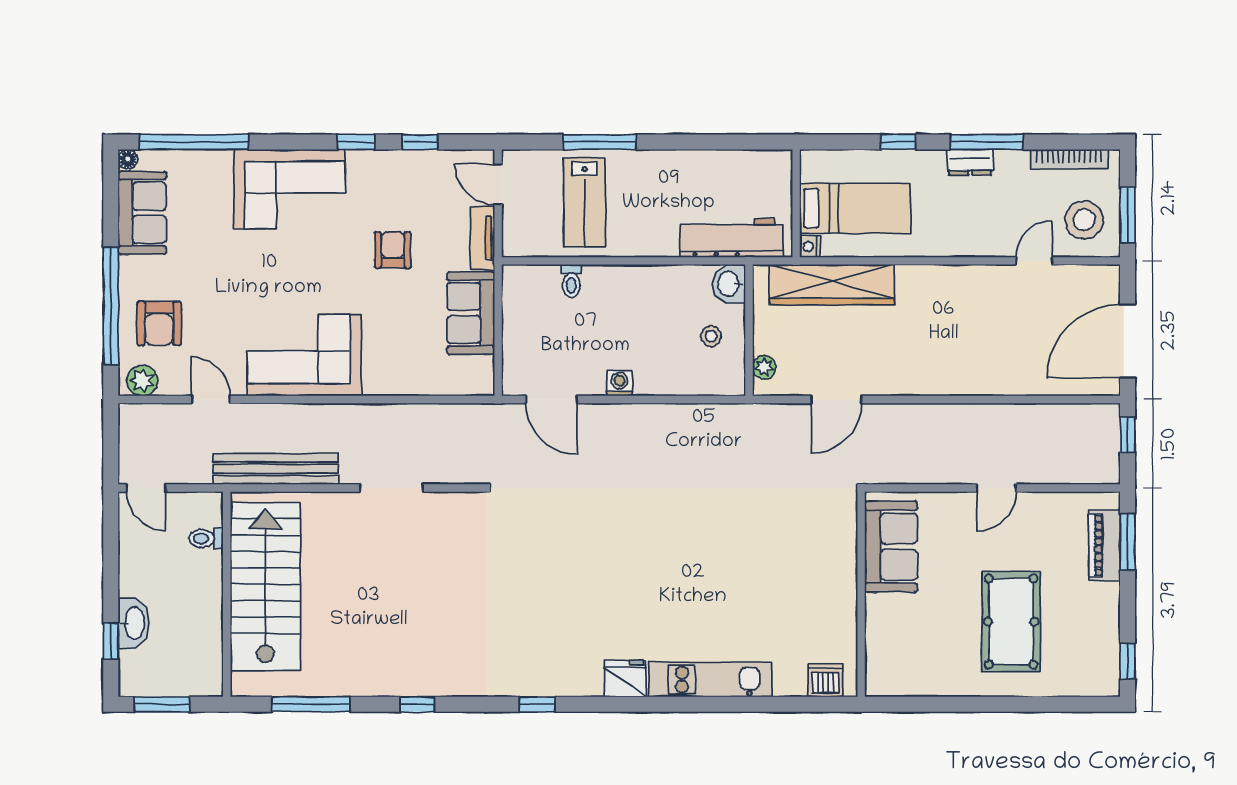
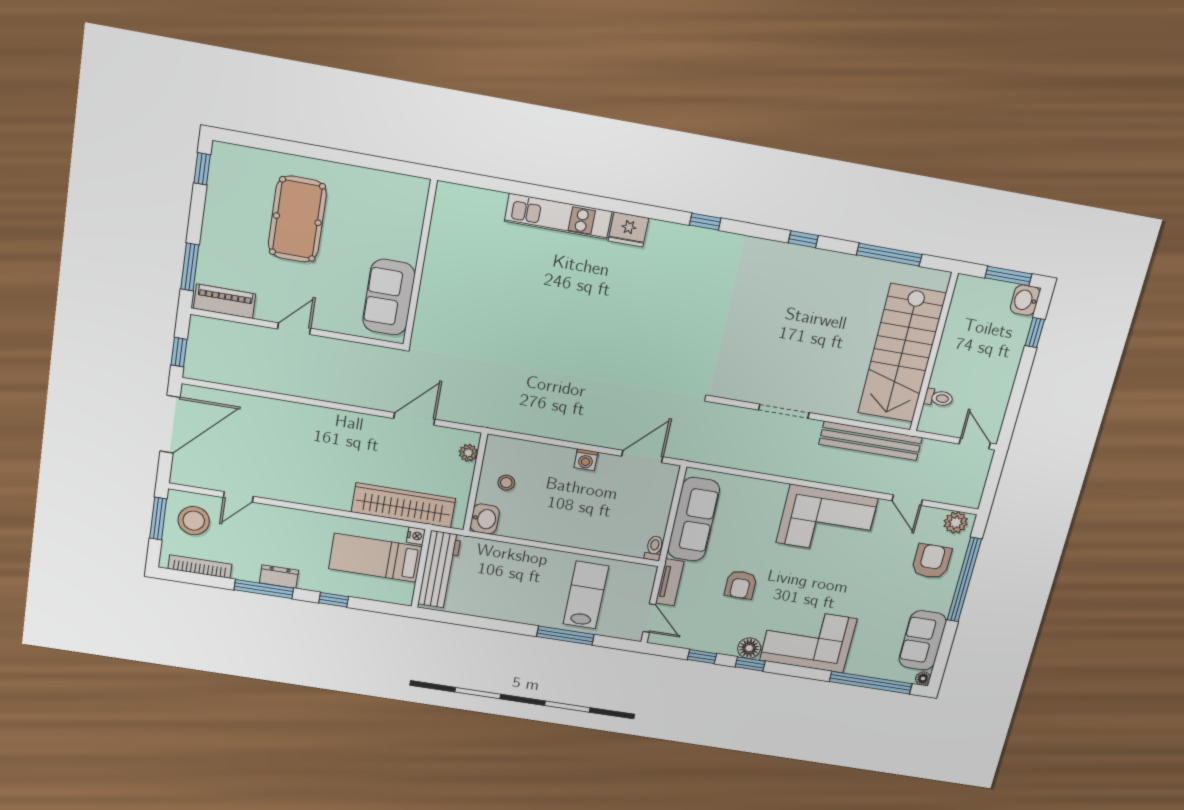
floor lamp: (362, 164) -> (749, 648), added
workbench: (732, 238) -> (440, 570), moved, turned -90
toilet: (571, 281) -> (654, 548), moved
sofa: (471, 313) -> (694, 519), width x1.36
door: (551, 400) -> (642, 456), hinge flipped
piano: (1104, 545) -> (225, 301), moved, turned -90
washbasin: (134, 623) -> (1025, 300), moved, width x0.72
dishwasher: (826, 680) -> (462, 198), removed

